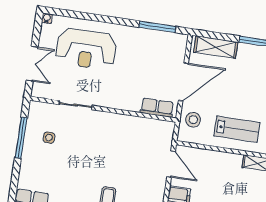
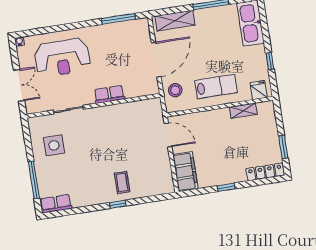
row of seats: (157, 108) -> (109, 94), moved
window: (21, 138) -> (34, 180), moved
side table: (49, 138) -> (54, 145), width x1.87, depth x1.87

